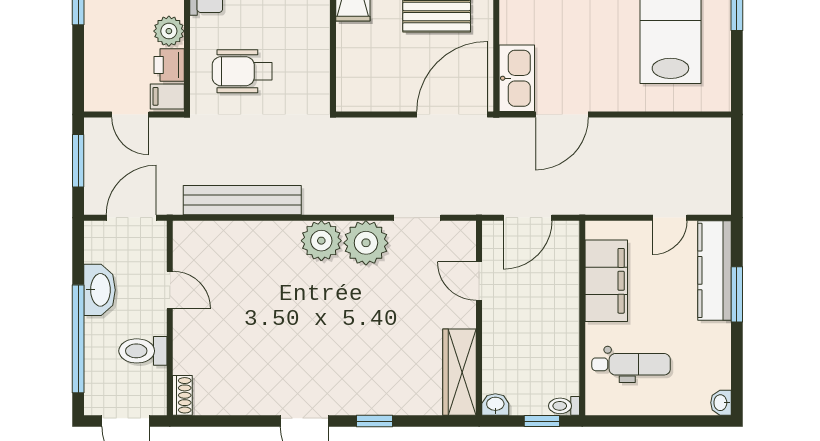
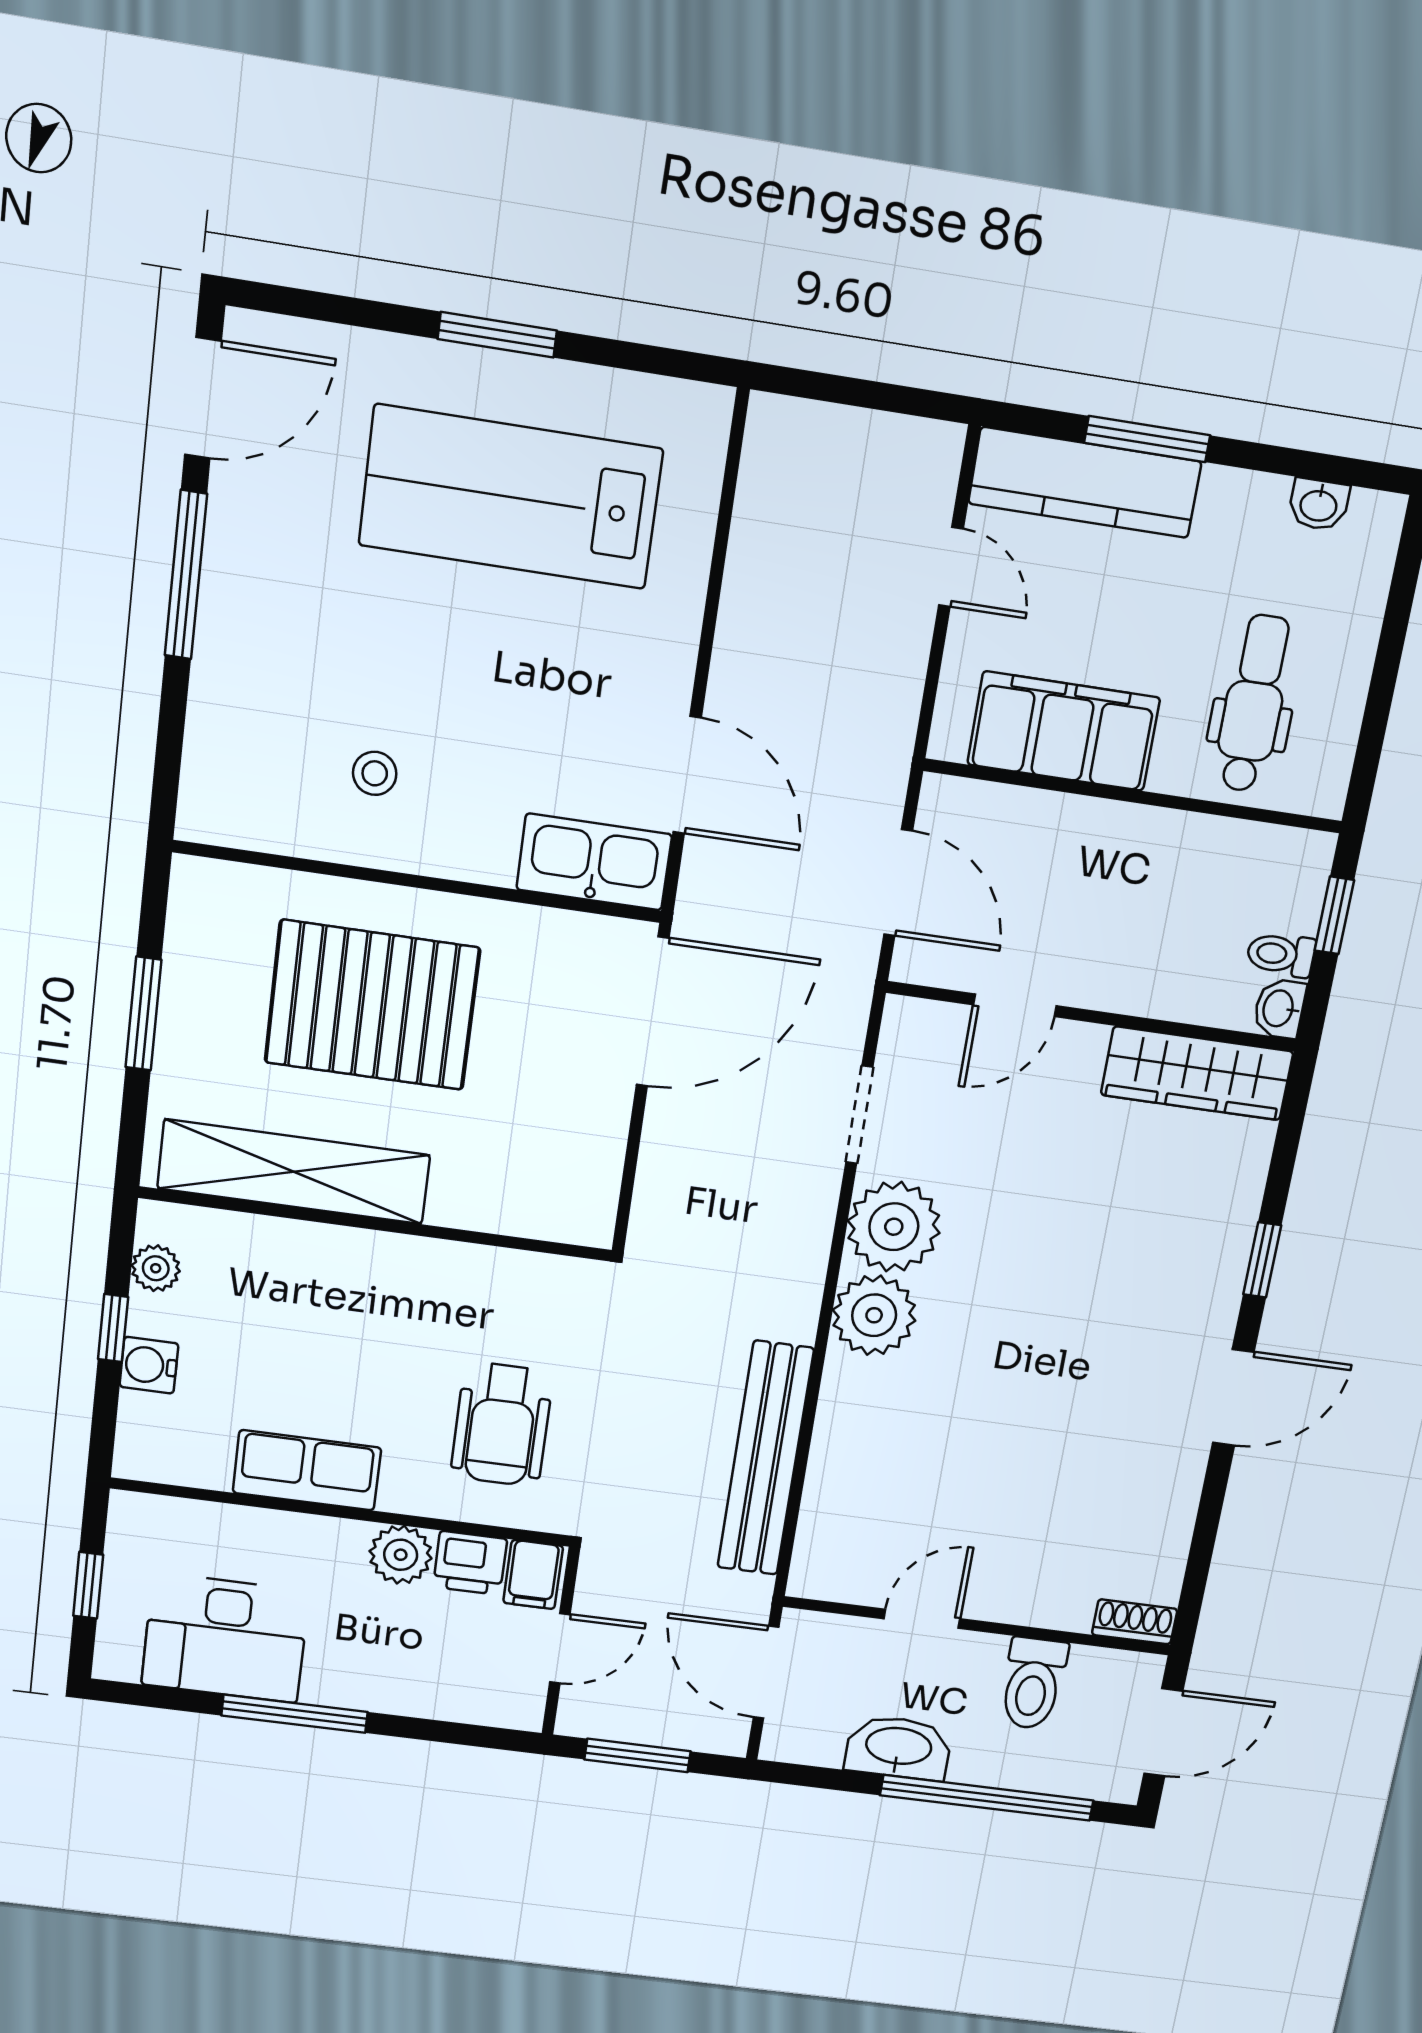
door: (452, 115) -> (653, 1012), swing flipped
washbasin: (721, 403) -> (1319, 504), moved
toilet: (564, 406) -> (1281, 954), moved, turned 90

